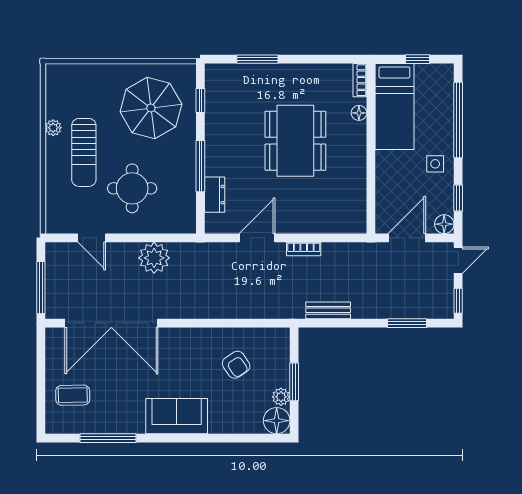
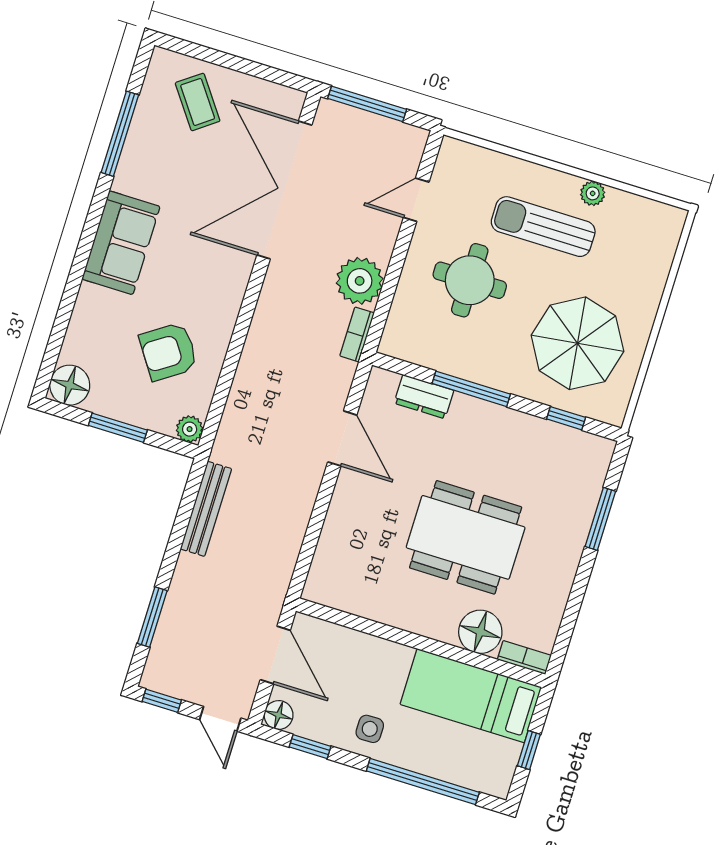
floor lamp: (359, 113) -> (480, 632), width x1.89, depth x1.89
bookcase: (304, 249) -> (357, 334), moved
bench: (328, 310) -> (206, 509), width x1.36
armchair: (236, 365) -> (169, 352), width x1.38, depth x1.38
coffee table: (73, 395) -> (198, 102), turned -35
plant: (281, 397) -> (190, 429), moved

